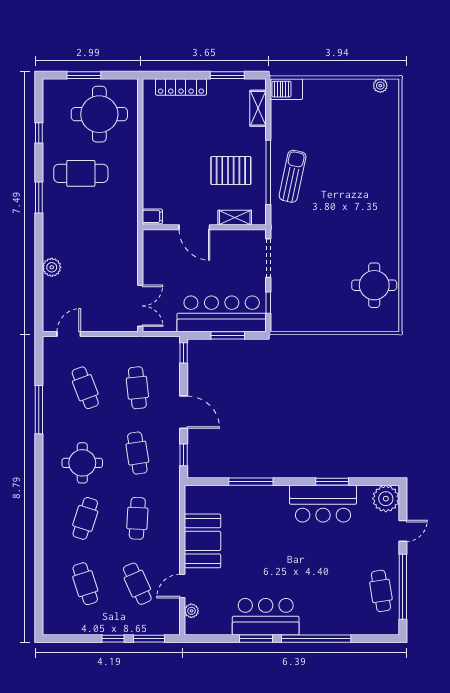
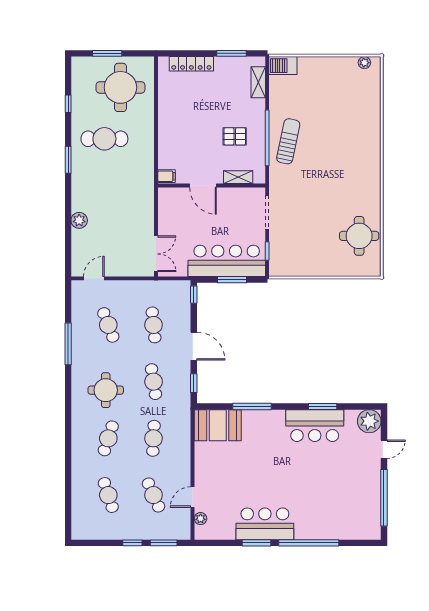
pallet: (231, 171) -> (235, 136), width x0.67, depth x0.71
booth: (202, 541) -> (218, 425), moved, turned 90
cafe table: (381, 591) -> (365, 501), removed

